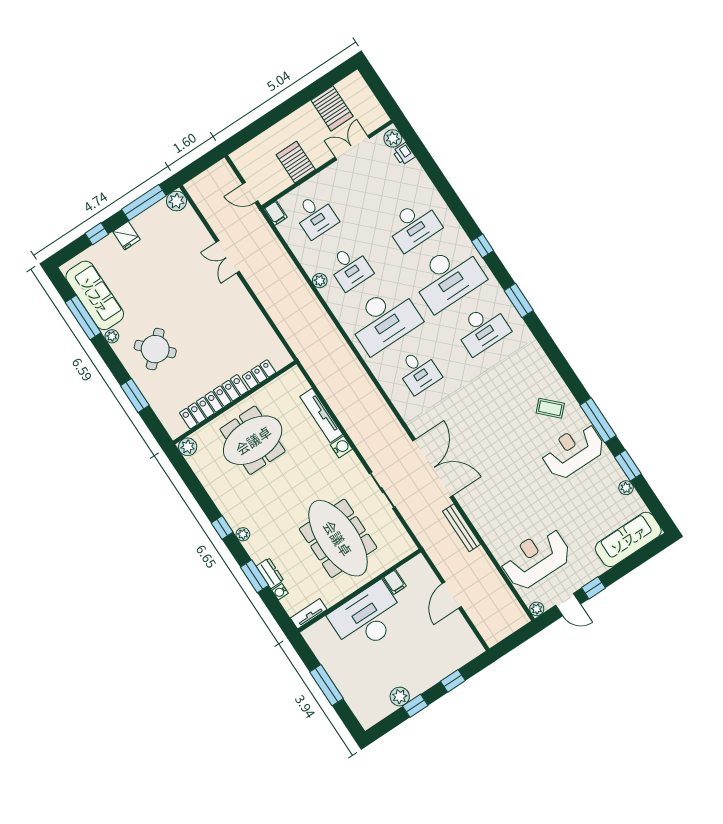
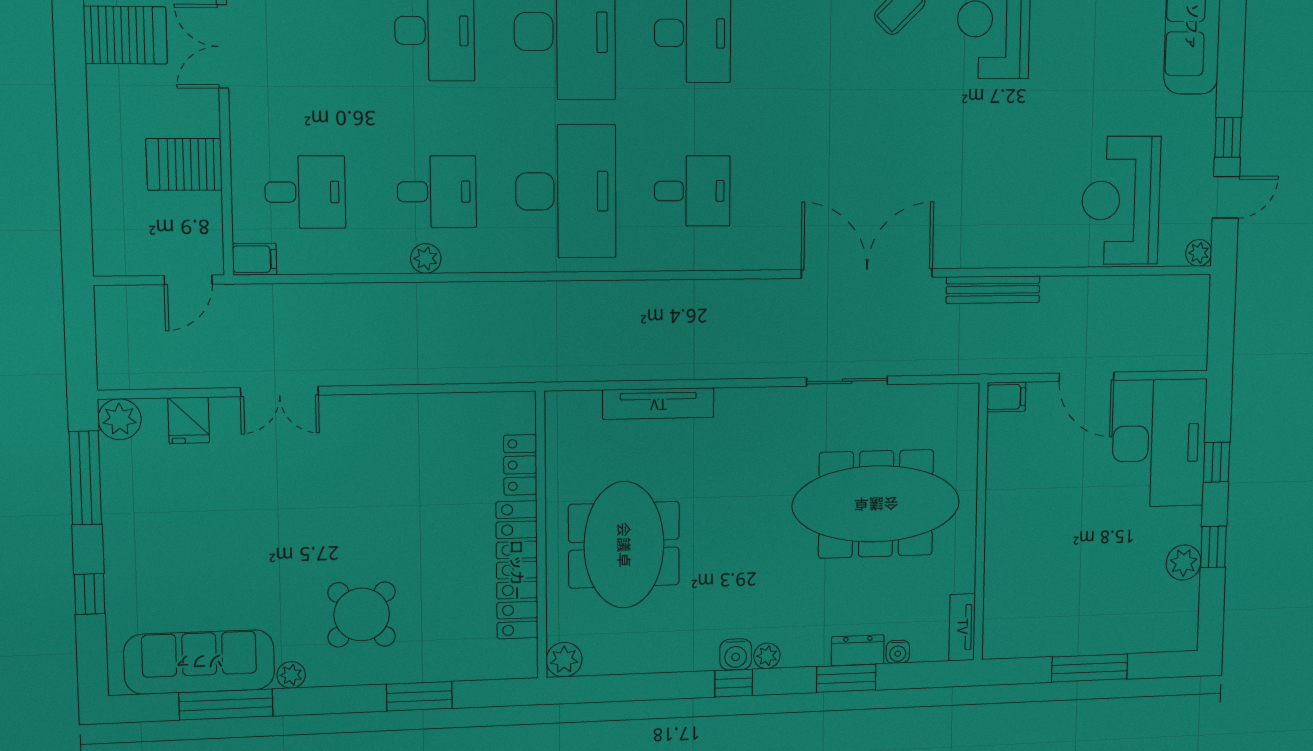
fridge: (126, 236) -> (189, 420), moved, turned 90
water cooler: (341, 447) -> (736, 654), moved, turned 180
filing cabinet: (395, 582) -> (1006, 397), moved
desk: (367, 618) -> (1159, 443), moved, turned 180

